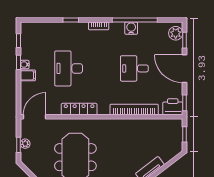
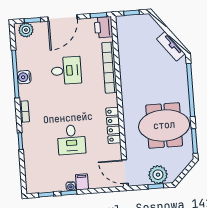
desk: (69, 68) -> (71, 140), width x0.73
desk: (134, 68) -> (66, 71), turned -90
plant: (25, 144) -> (158, 175), width x1.87, depth x1.87

